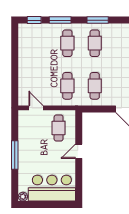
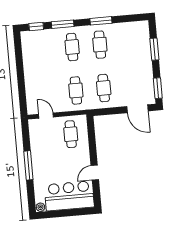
door: (79, 151) -> (95, 173), moved

